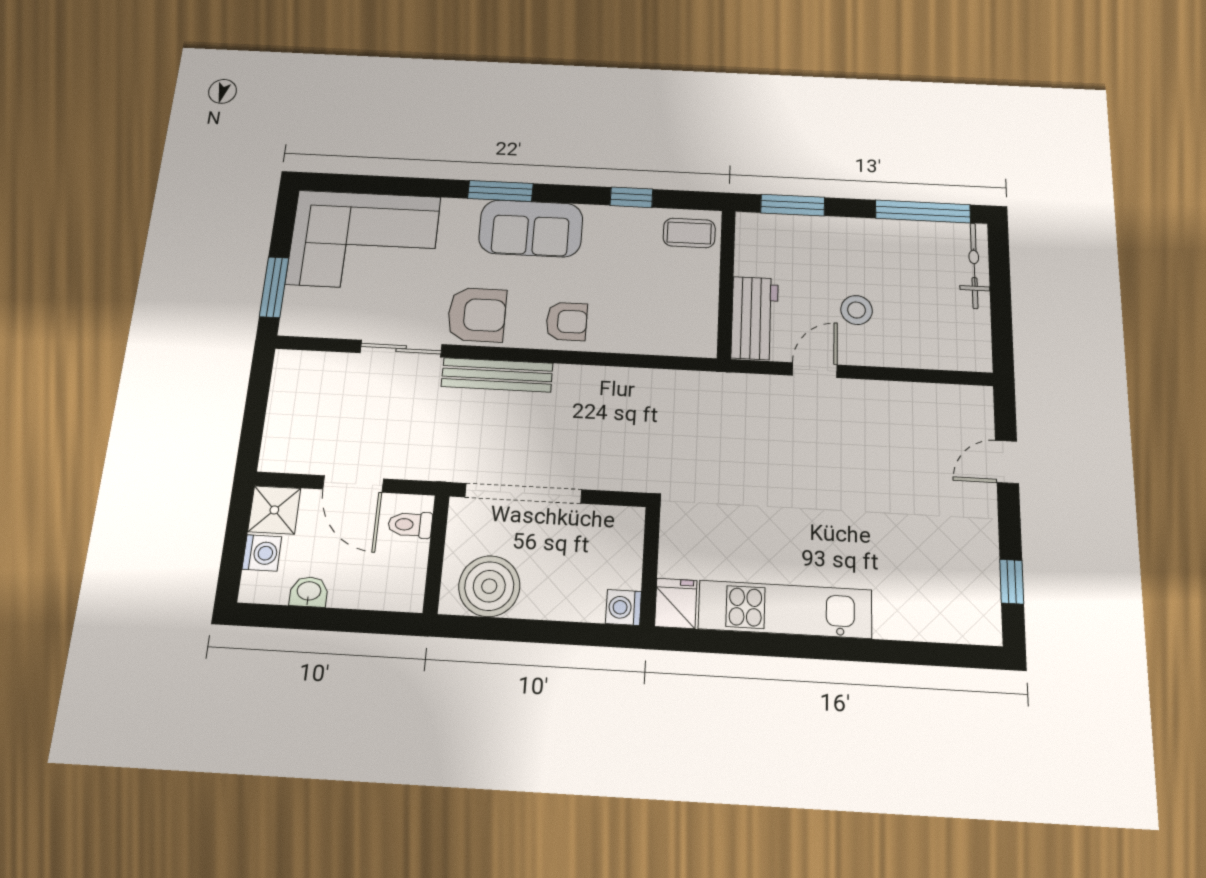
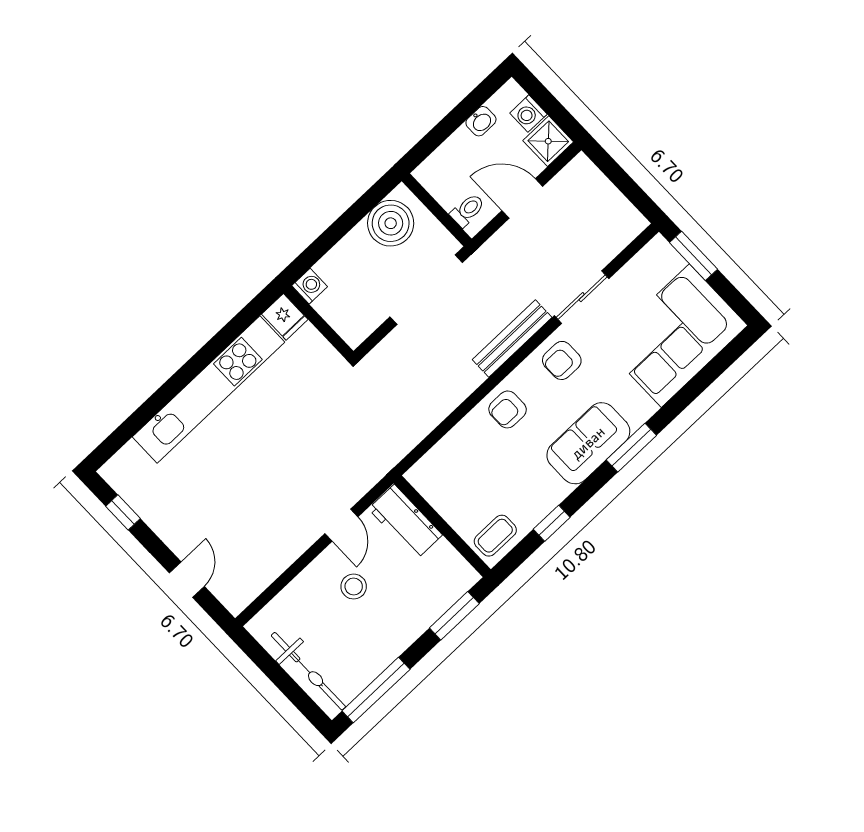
bicycle: (974, 266) -> (308, 671), width x1.37, depth x1.40
armchair: (477, 315) -> (562, 360), width x0.72, depth x0.72
kitchen unit: (785, 609) -> (208, 390), width x1.36

